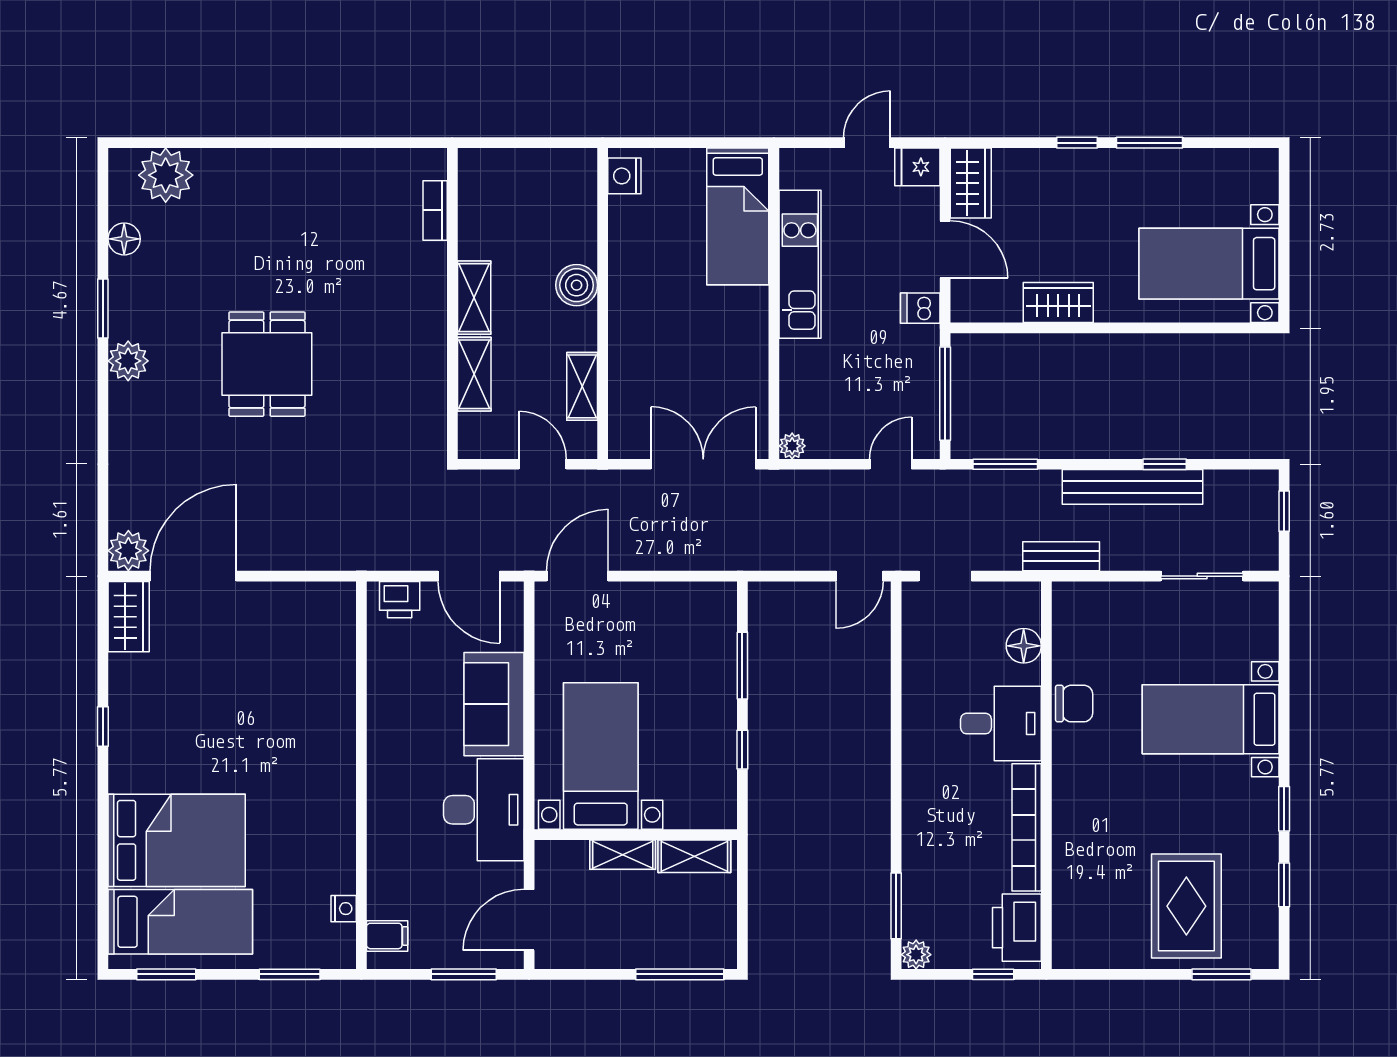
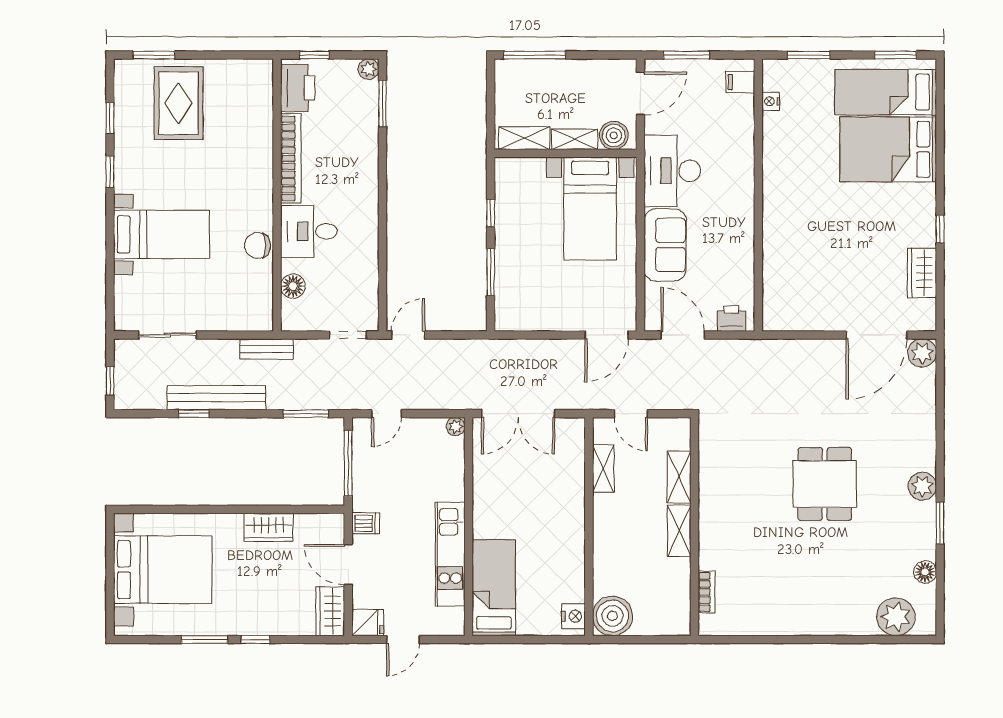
bed with nightstands: (1209, 264) -> (163, 570), width x1.36
boiler: (577, 285) -> (612, 616), moved, width x1.37, depth x1.37
wardrobe: (129, 617) -> (922, 273), moved
boiler: (567, 860) -> (614, 135), added

